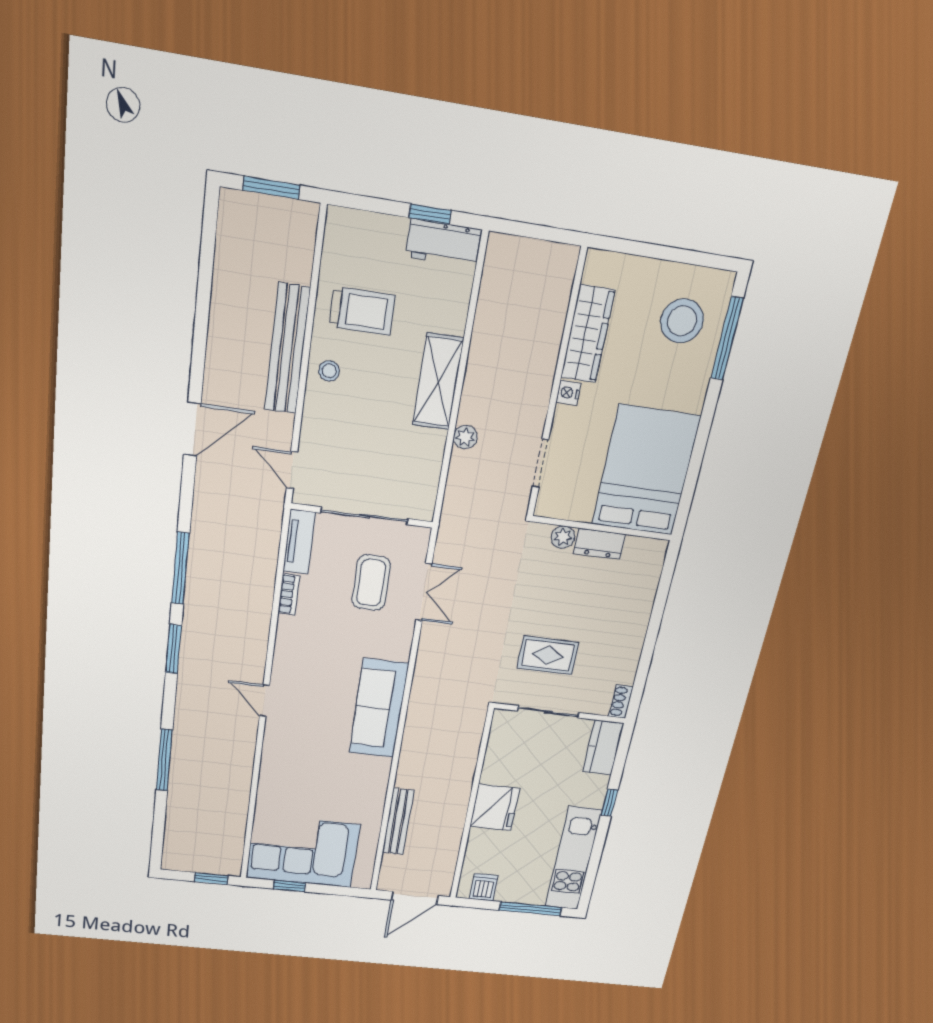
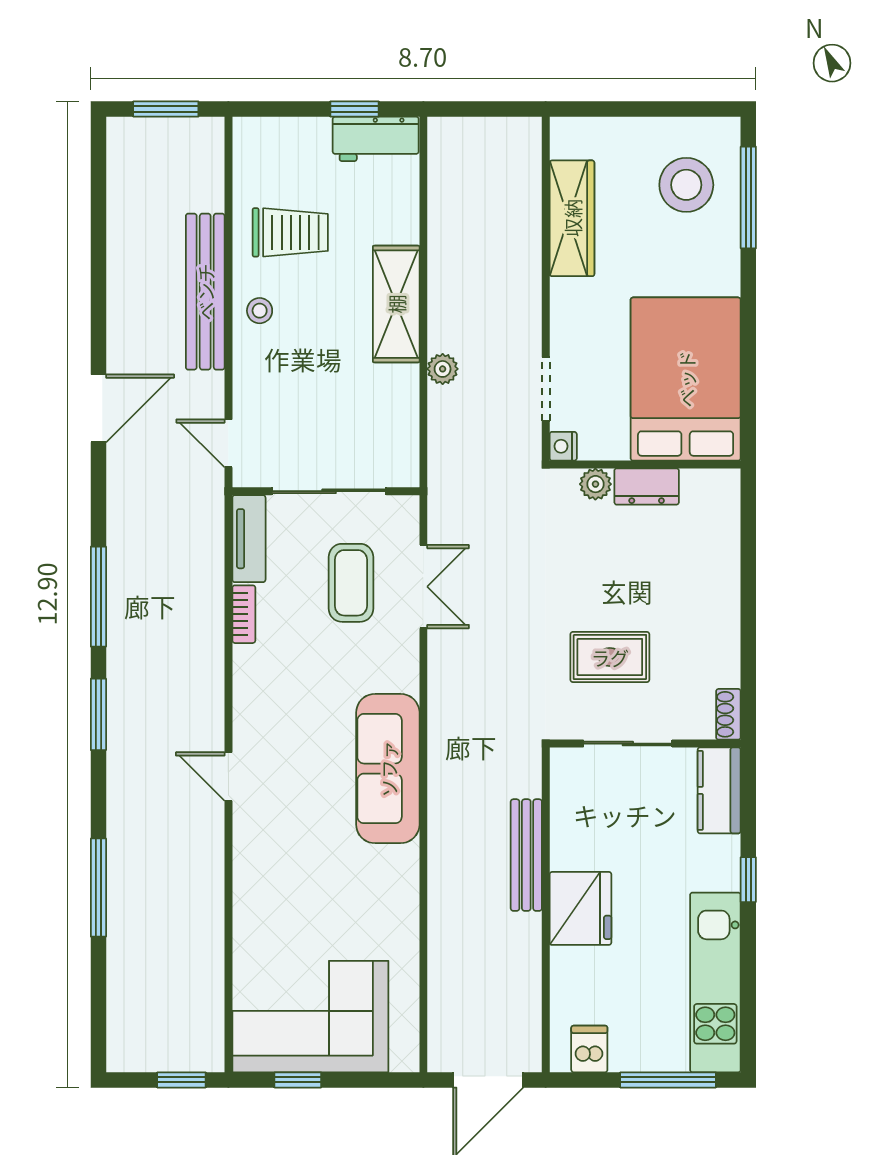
nightstand: (568, 393) -> (563, 446), moved
bench: (398, 822) -> (526, 855), moved

